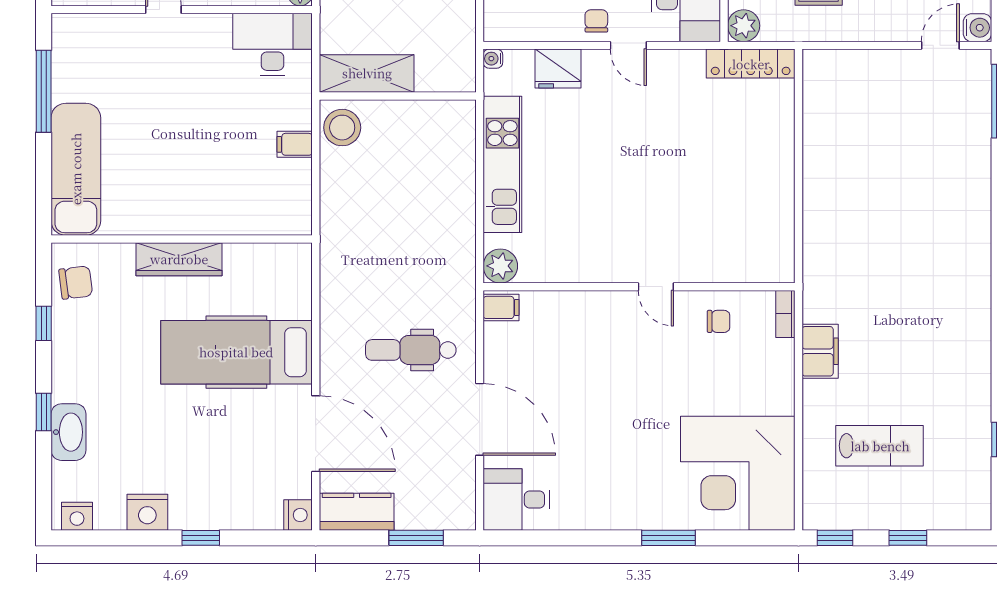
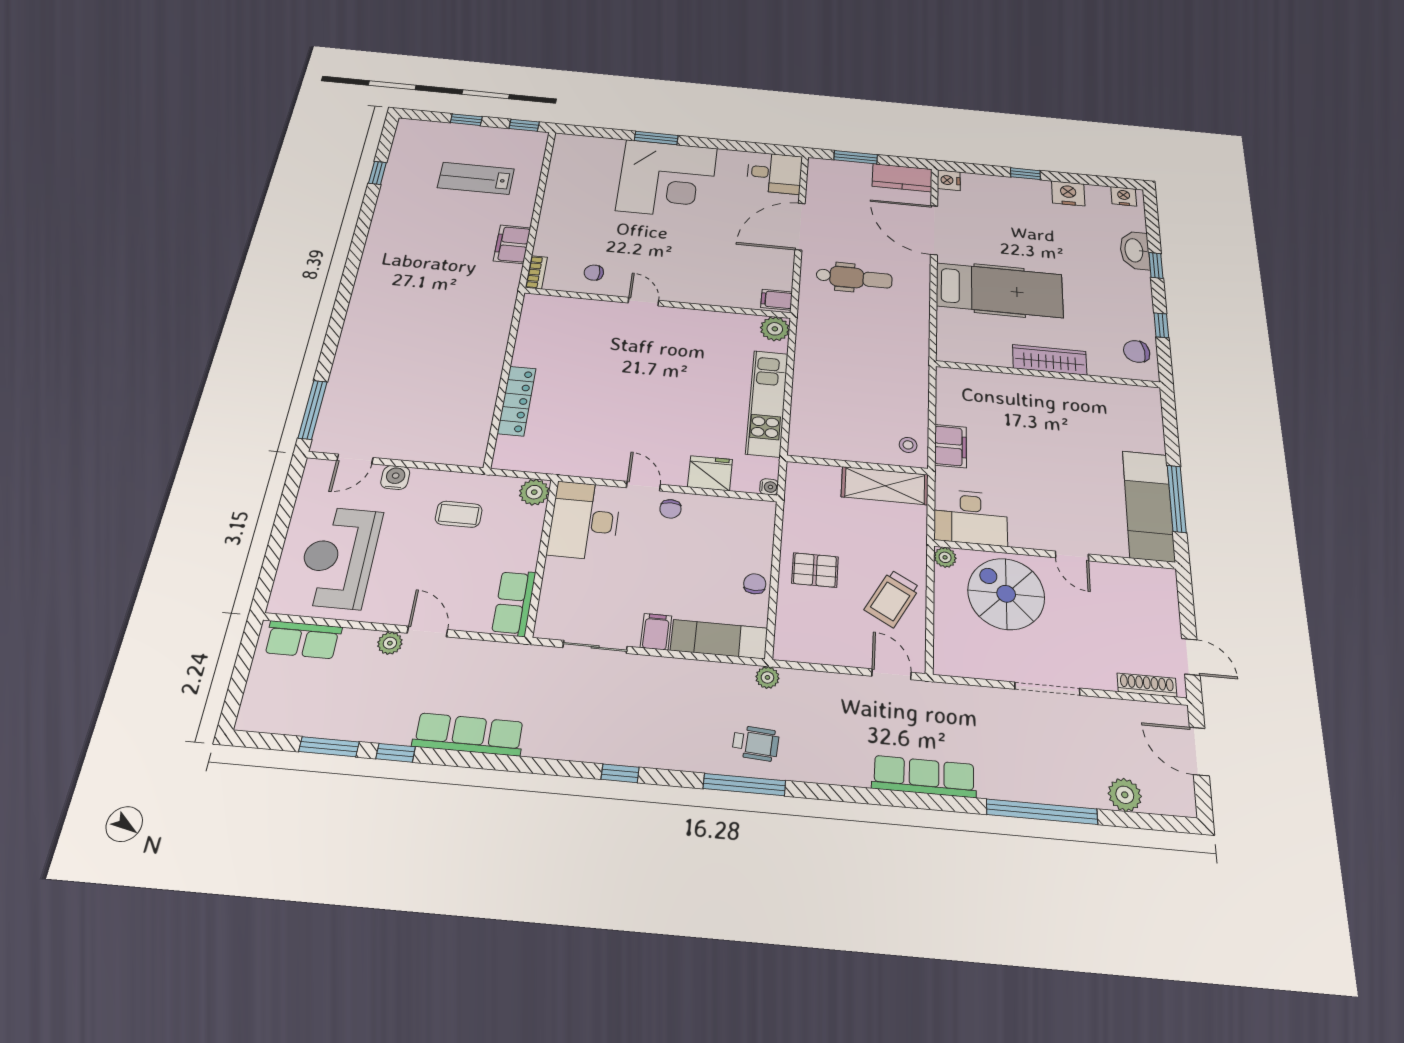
water cooler: (977, 28) -> (395, 477), moved, turned 90
locker: (751, 64) -> (517, 401), moved, turned 90
stool: (342, 128) -> (908, 445), width x0.53, depth x0.53
filing cabinet: (295, 144) -> (951, 446), width x2.00
exam couch: (76, 169) -> (1148, 506), moved
door: (480, 419) -> (800, 226), hinge flipped
corner desk: (738, 473) -> (667, 179), moved, turned 90

